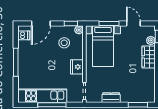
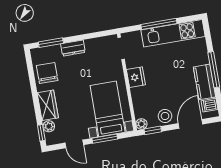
stool: (64, 43) -> (165, 116), moved
kitchen counter: (24, 54) -> (205, 82), added
chair: (145, 82) -> (47, 73), added
dresser: (111, 98) -> (73, 48), moved

